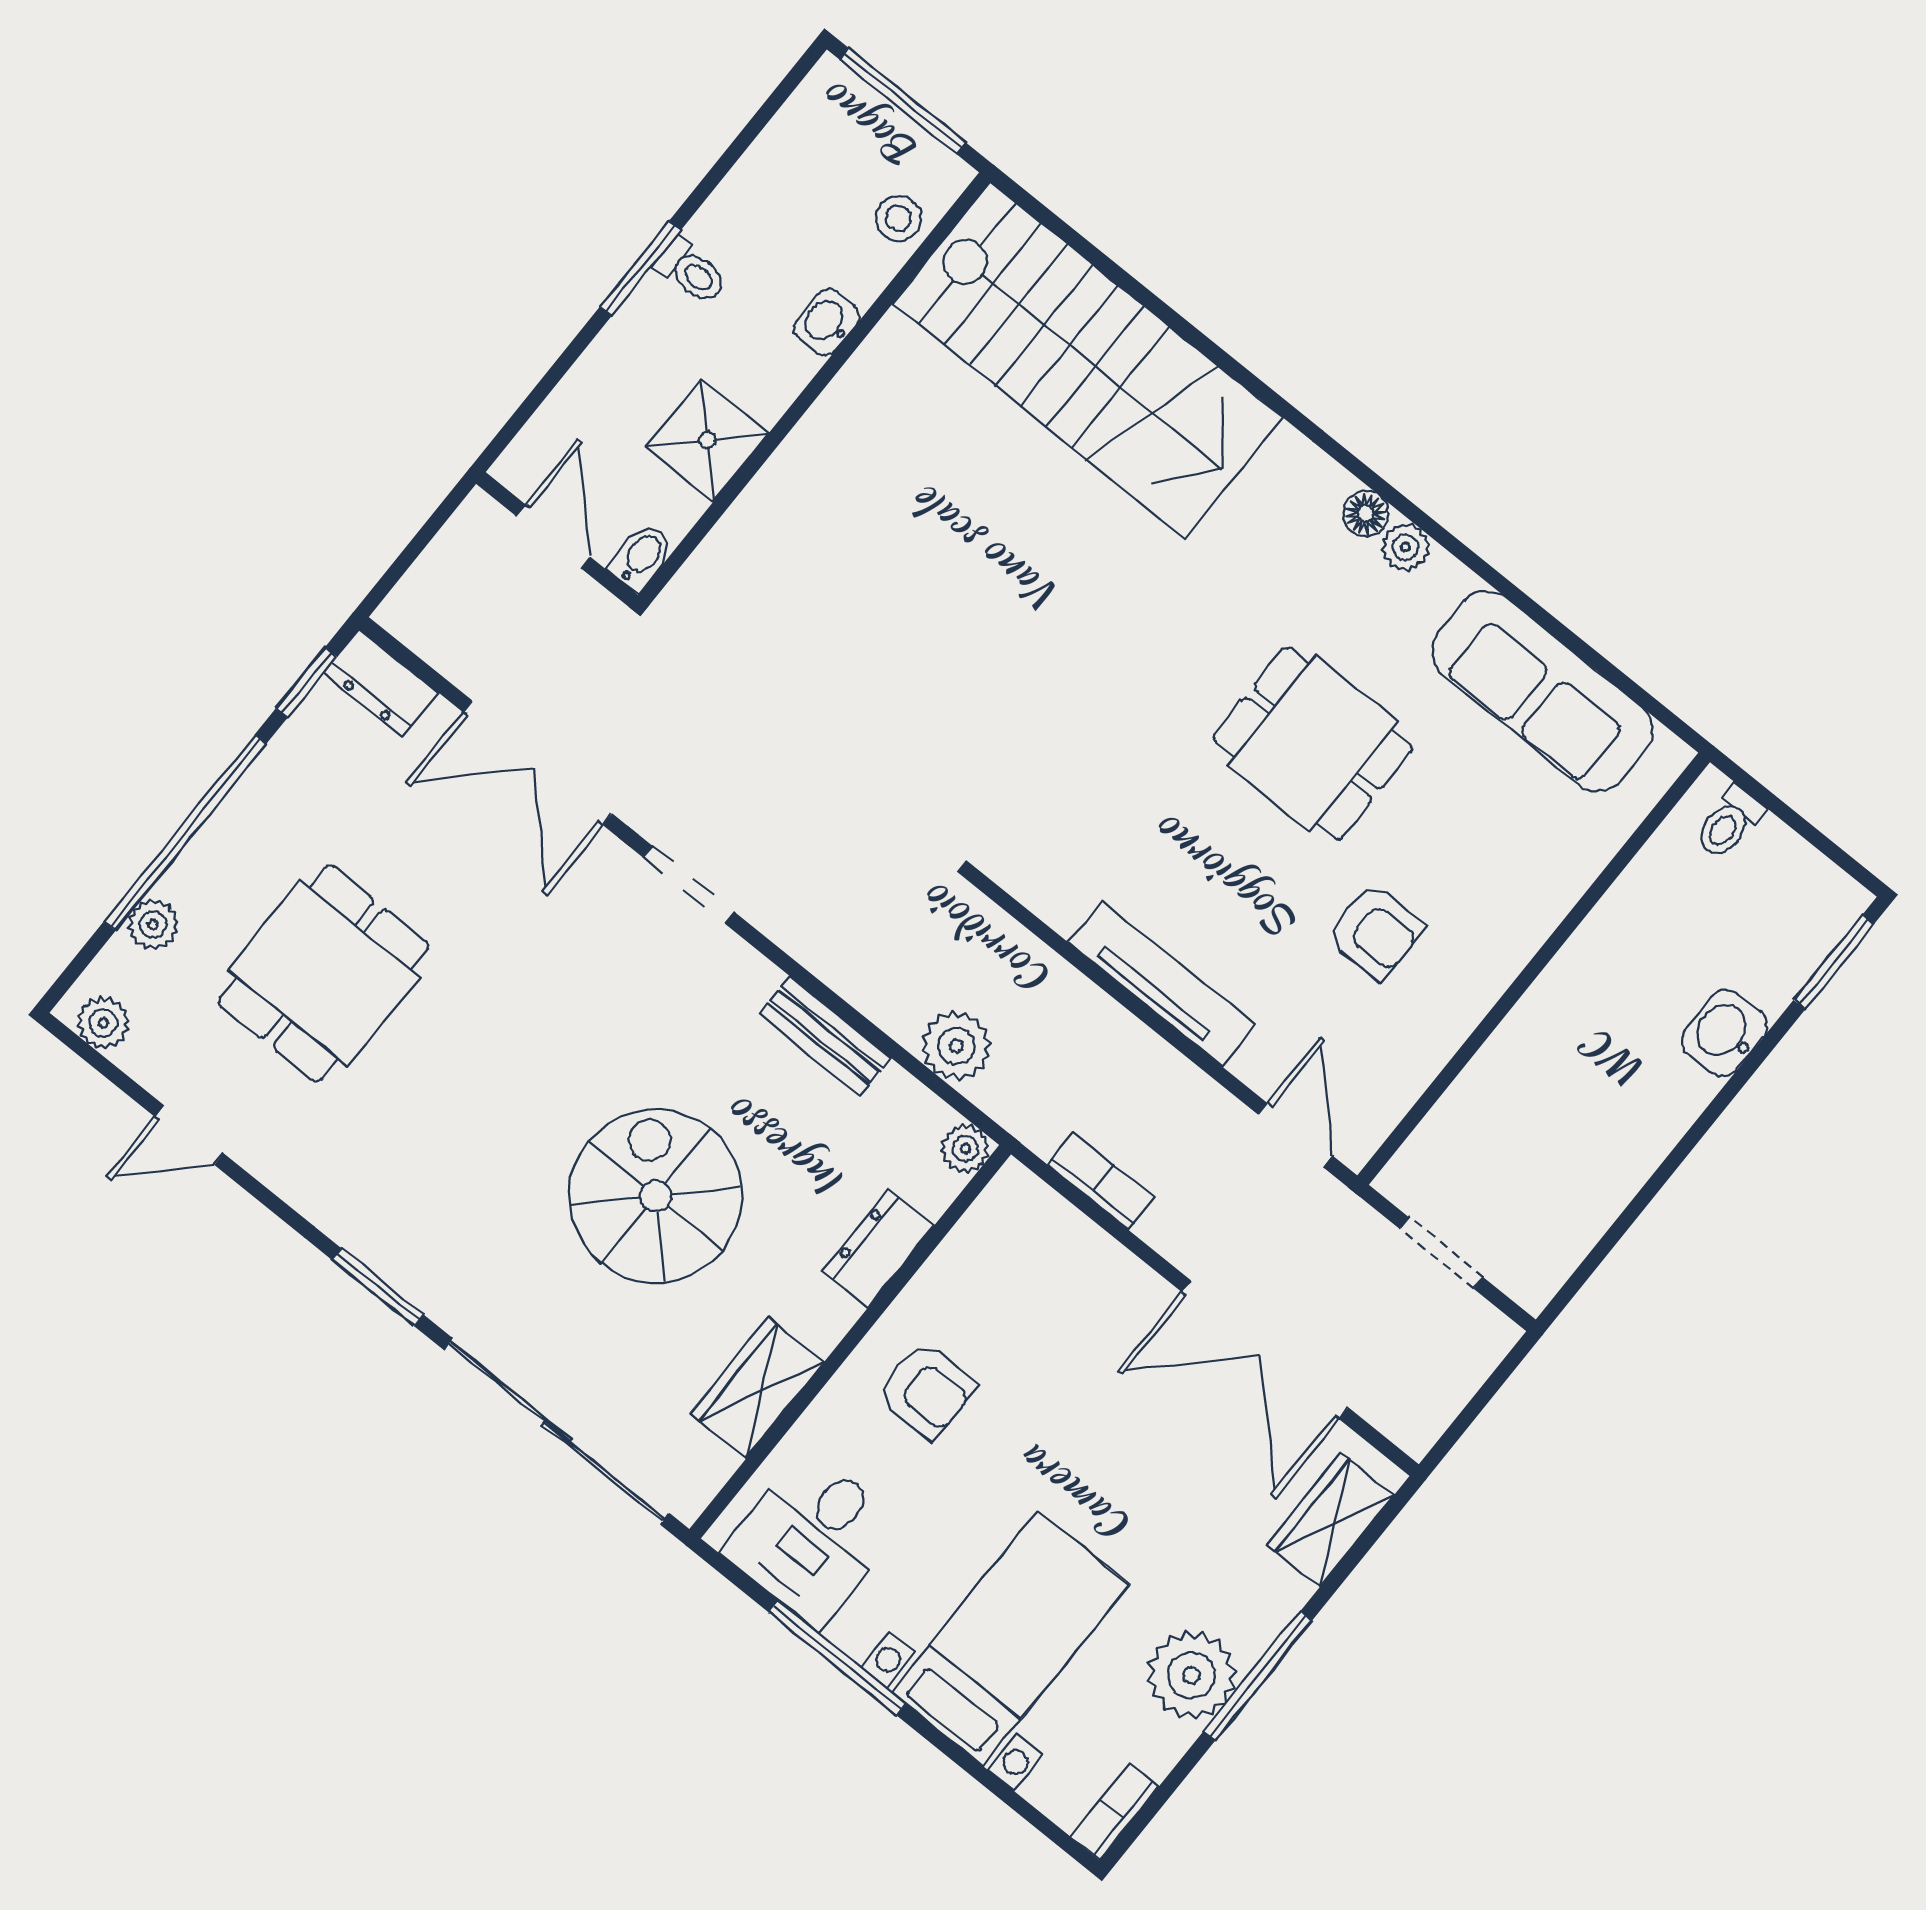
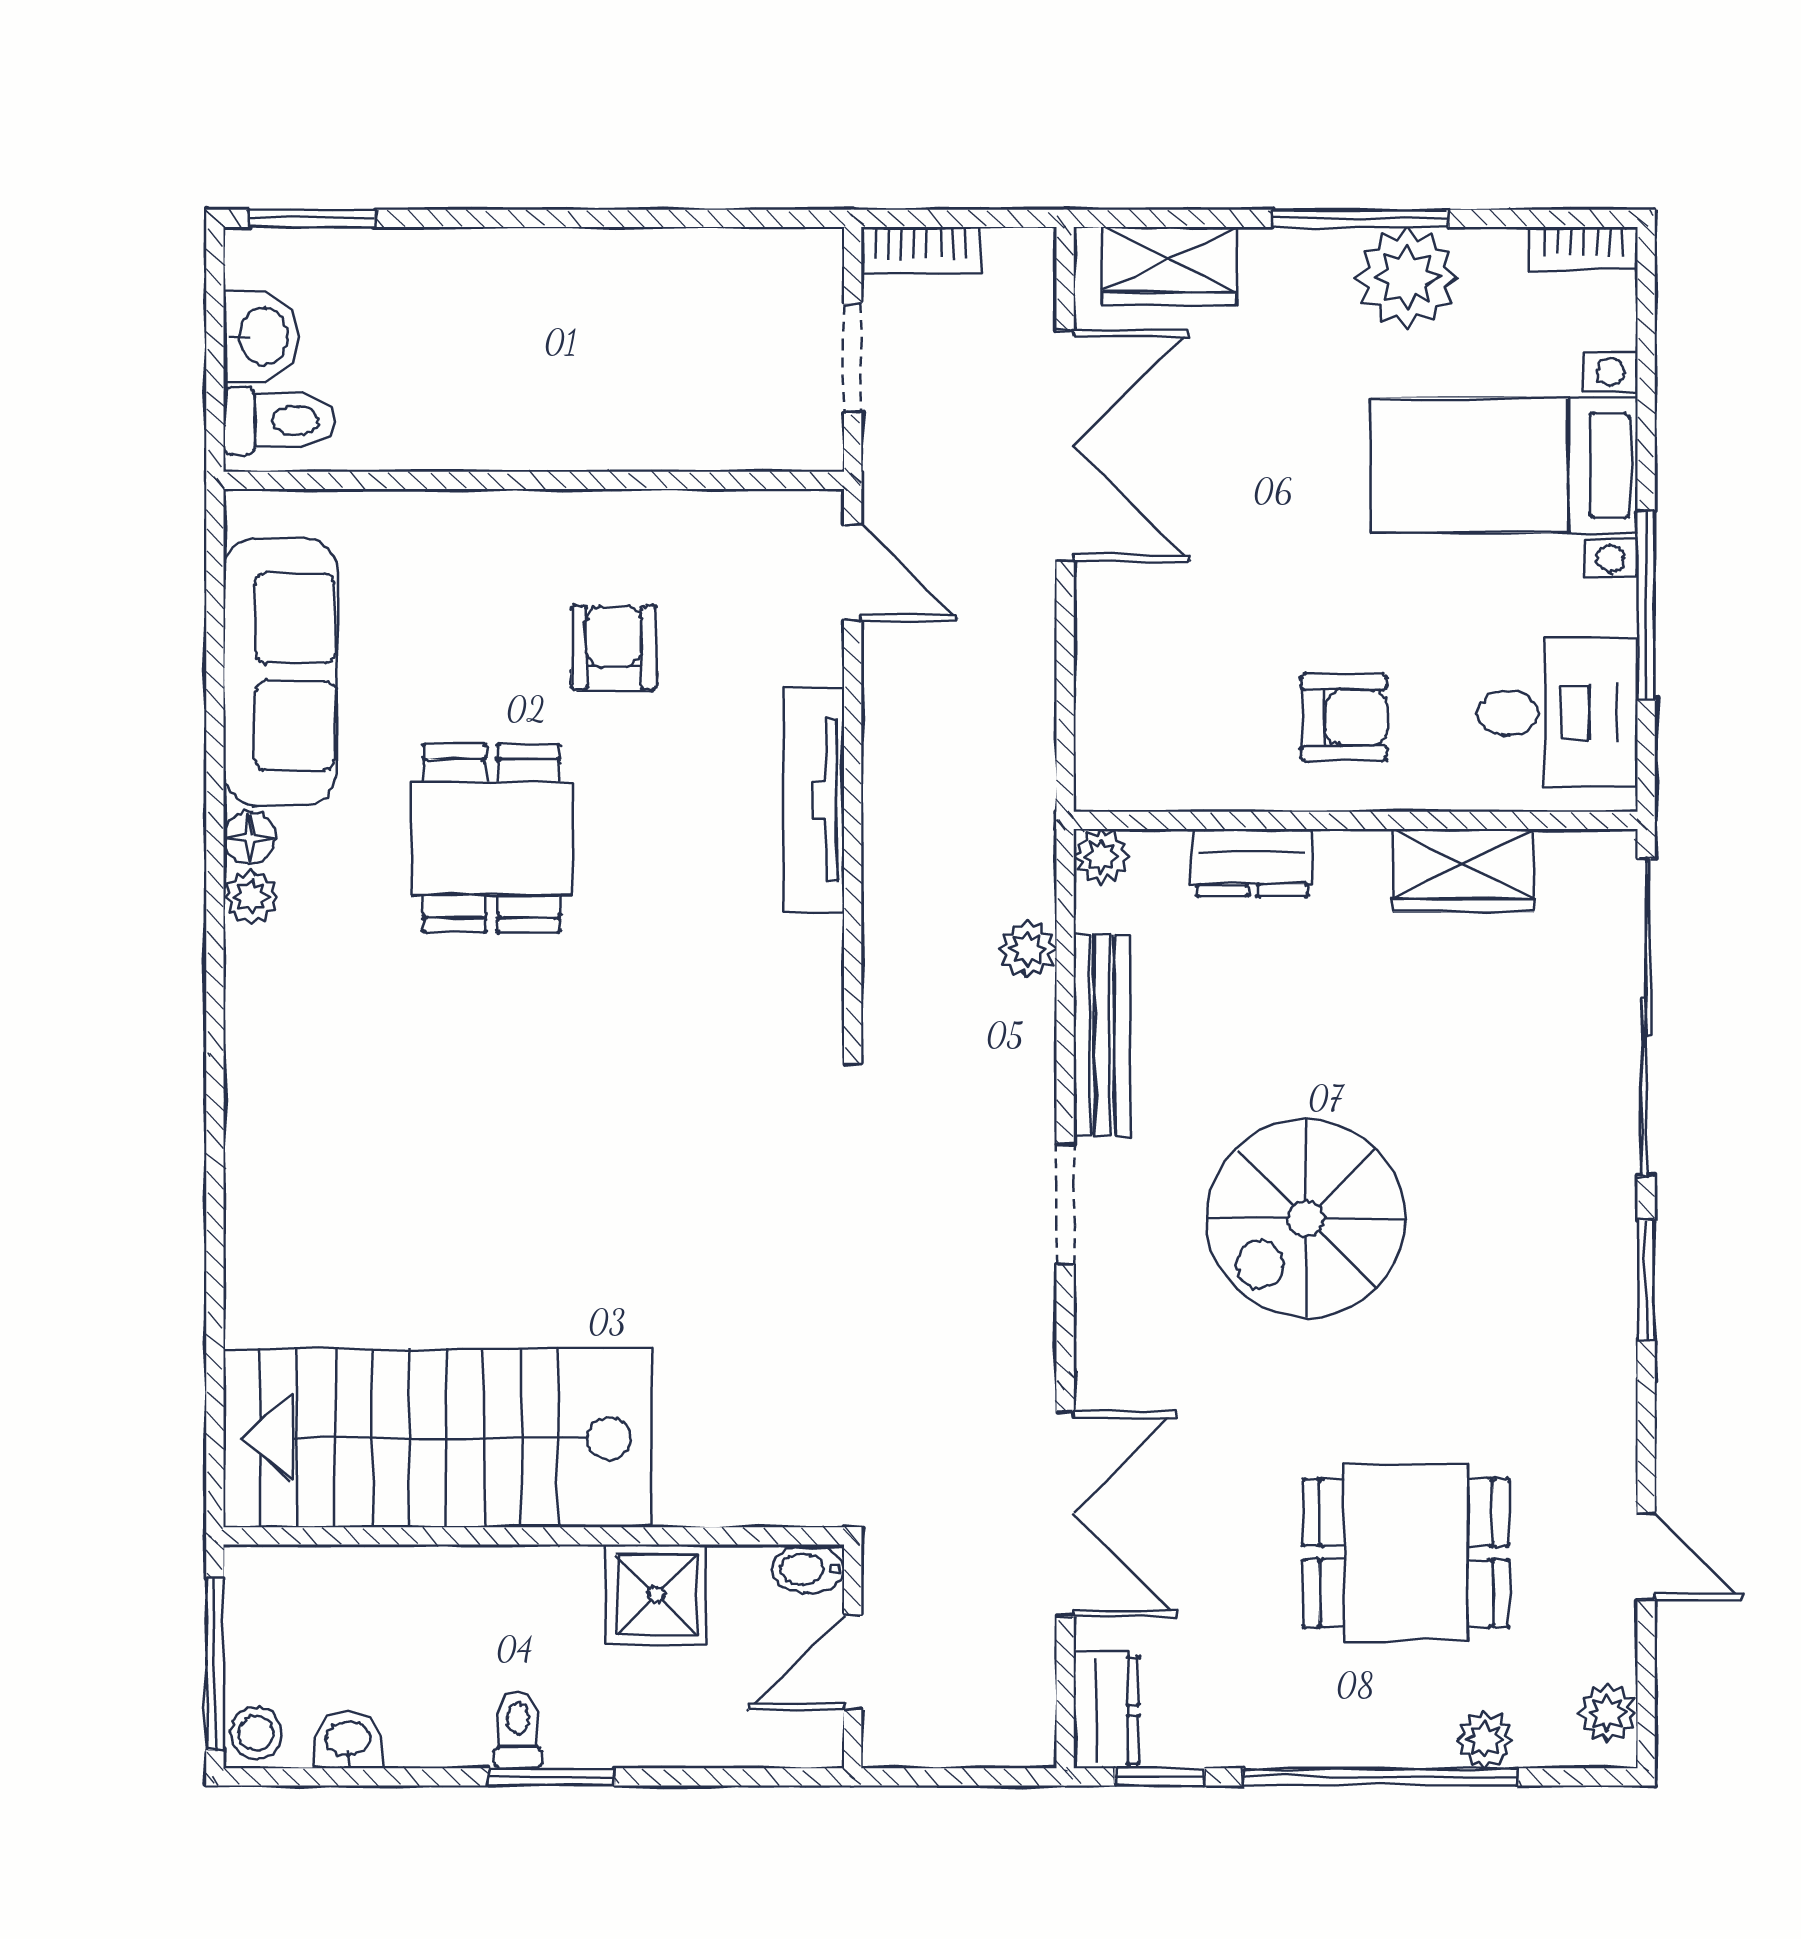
stool: (898, 218) -> (256, 1733), moved
washbasin: (827, 322) -> (348, 1740), moved, turned 180
stairs: (1088, 360) -> (438, 1438), moved, turned -90
floor lamp: (1366, 514) -> (250, 838), moved
toilet: (1729, 823) -> (280, 421), width x1.37, depth x1.39
doorway: (689, 885) -> (1065, 1204), moved
washbasin: (1725, 1033) -> (261, 336), moved, turned -90
bench: (825, 1036) -> (1102, 1035), width x1.36
plant: (956, 1046) -> (1028, 949), width x0.73, depth x0.73
door: (1295, 1135) -> (853, 573), swing flipped
bookcase: (1101, 1181) -> (921, 251), moved, turned -90
spiral stairs: (655, 1196) -> (1306, 1219), moved
armchair: (927, 1390) -> (1344, 717), turned 90

